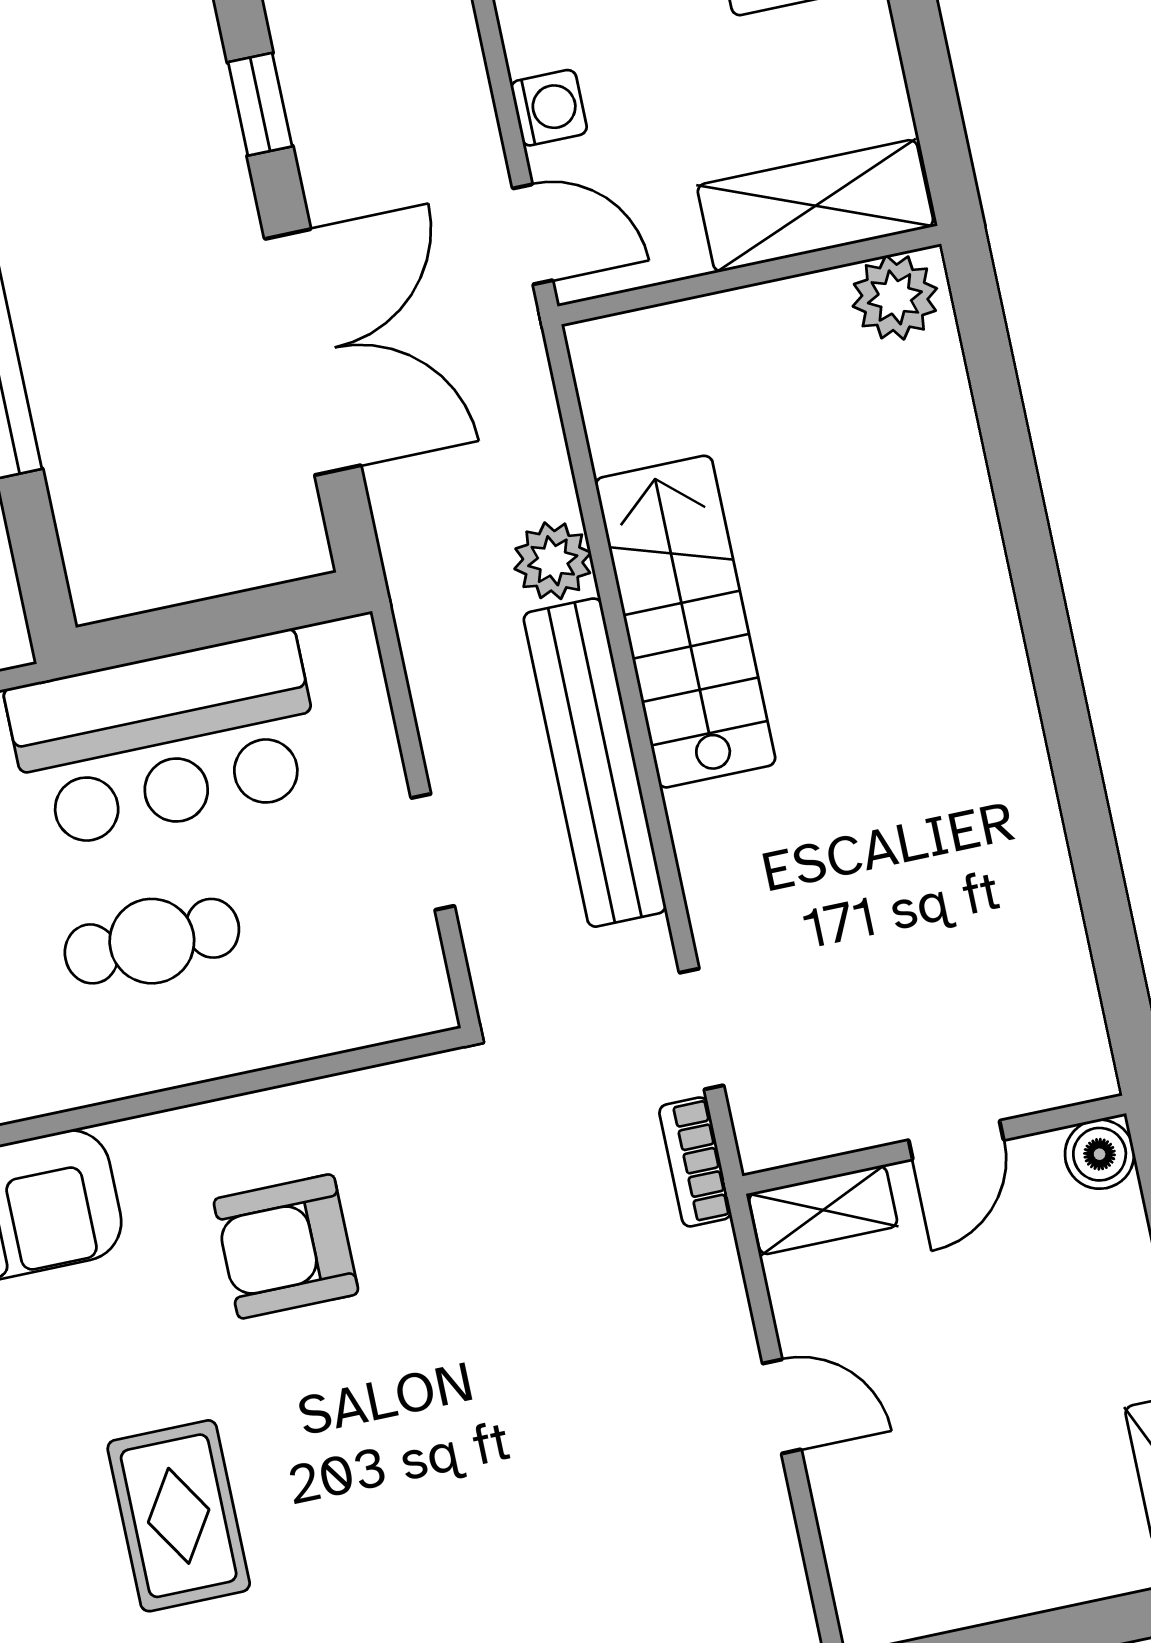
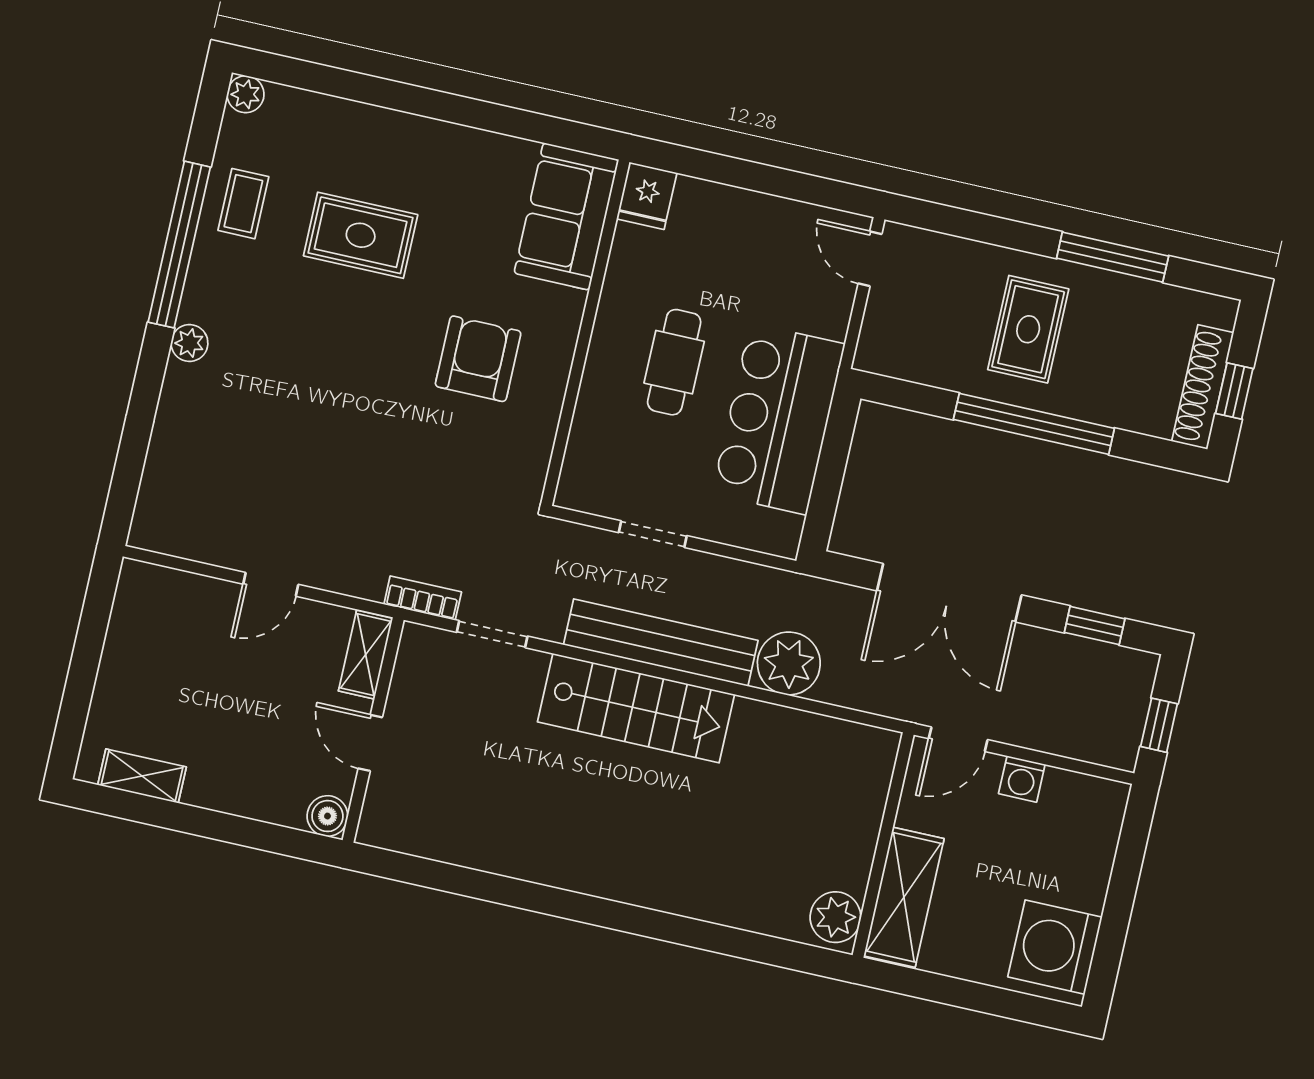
plant: (553, 561) -> (789, 663), width x1.36, depth x1.36
stairs: (685, 622) -> (636, 708), moved

